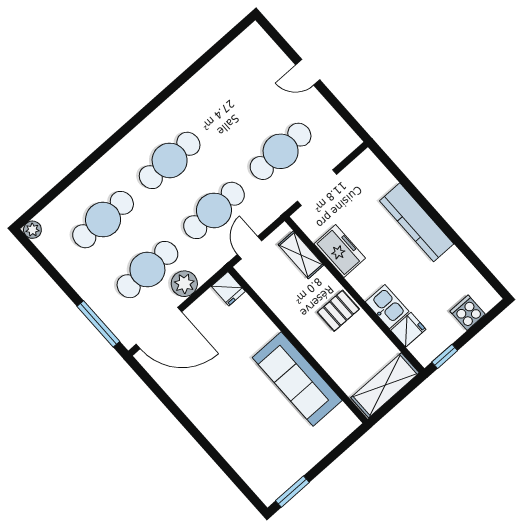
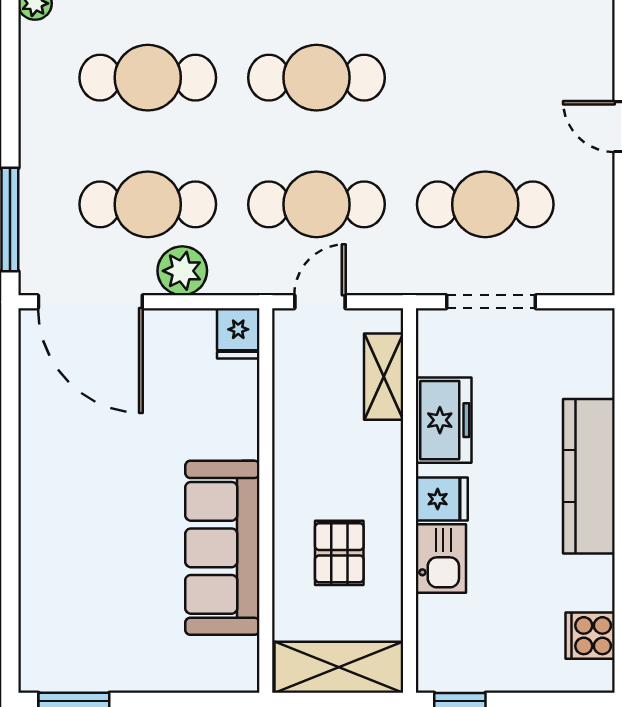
pallet: (338, 311) -> (339, 553), moved, turned 90
cooker: (468, 313) -> (590, 636), moved, turned -90
fridge: (408, 330) -> (442, 499), moved

